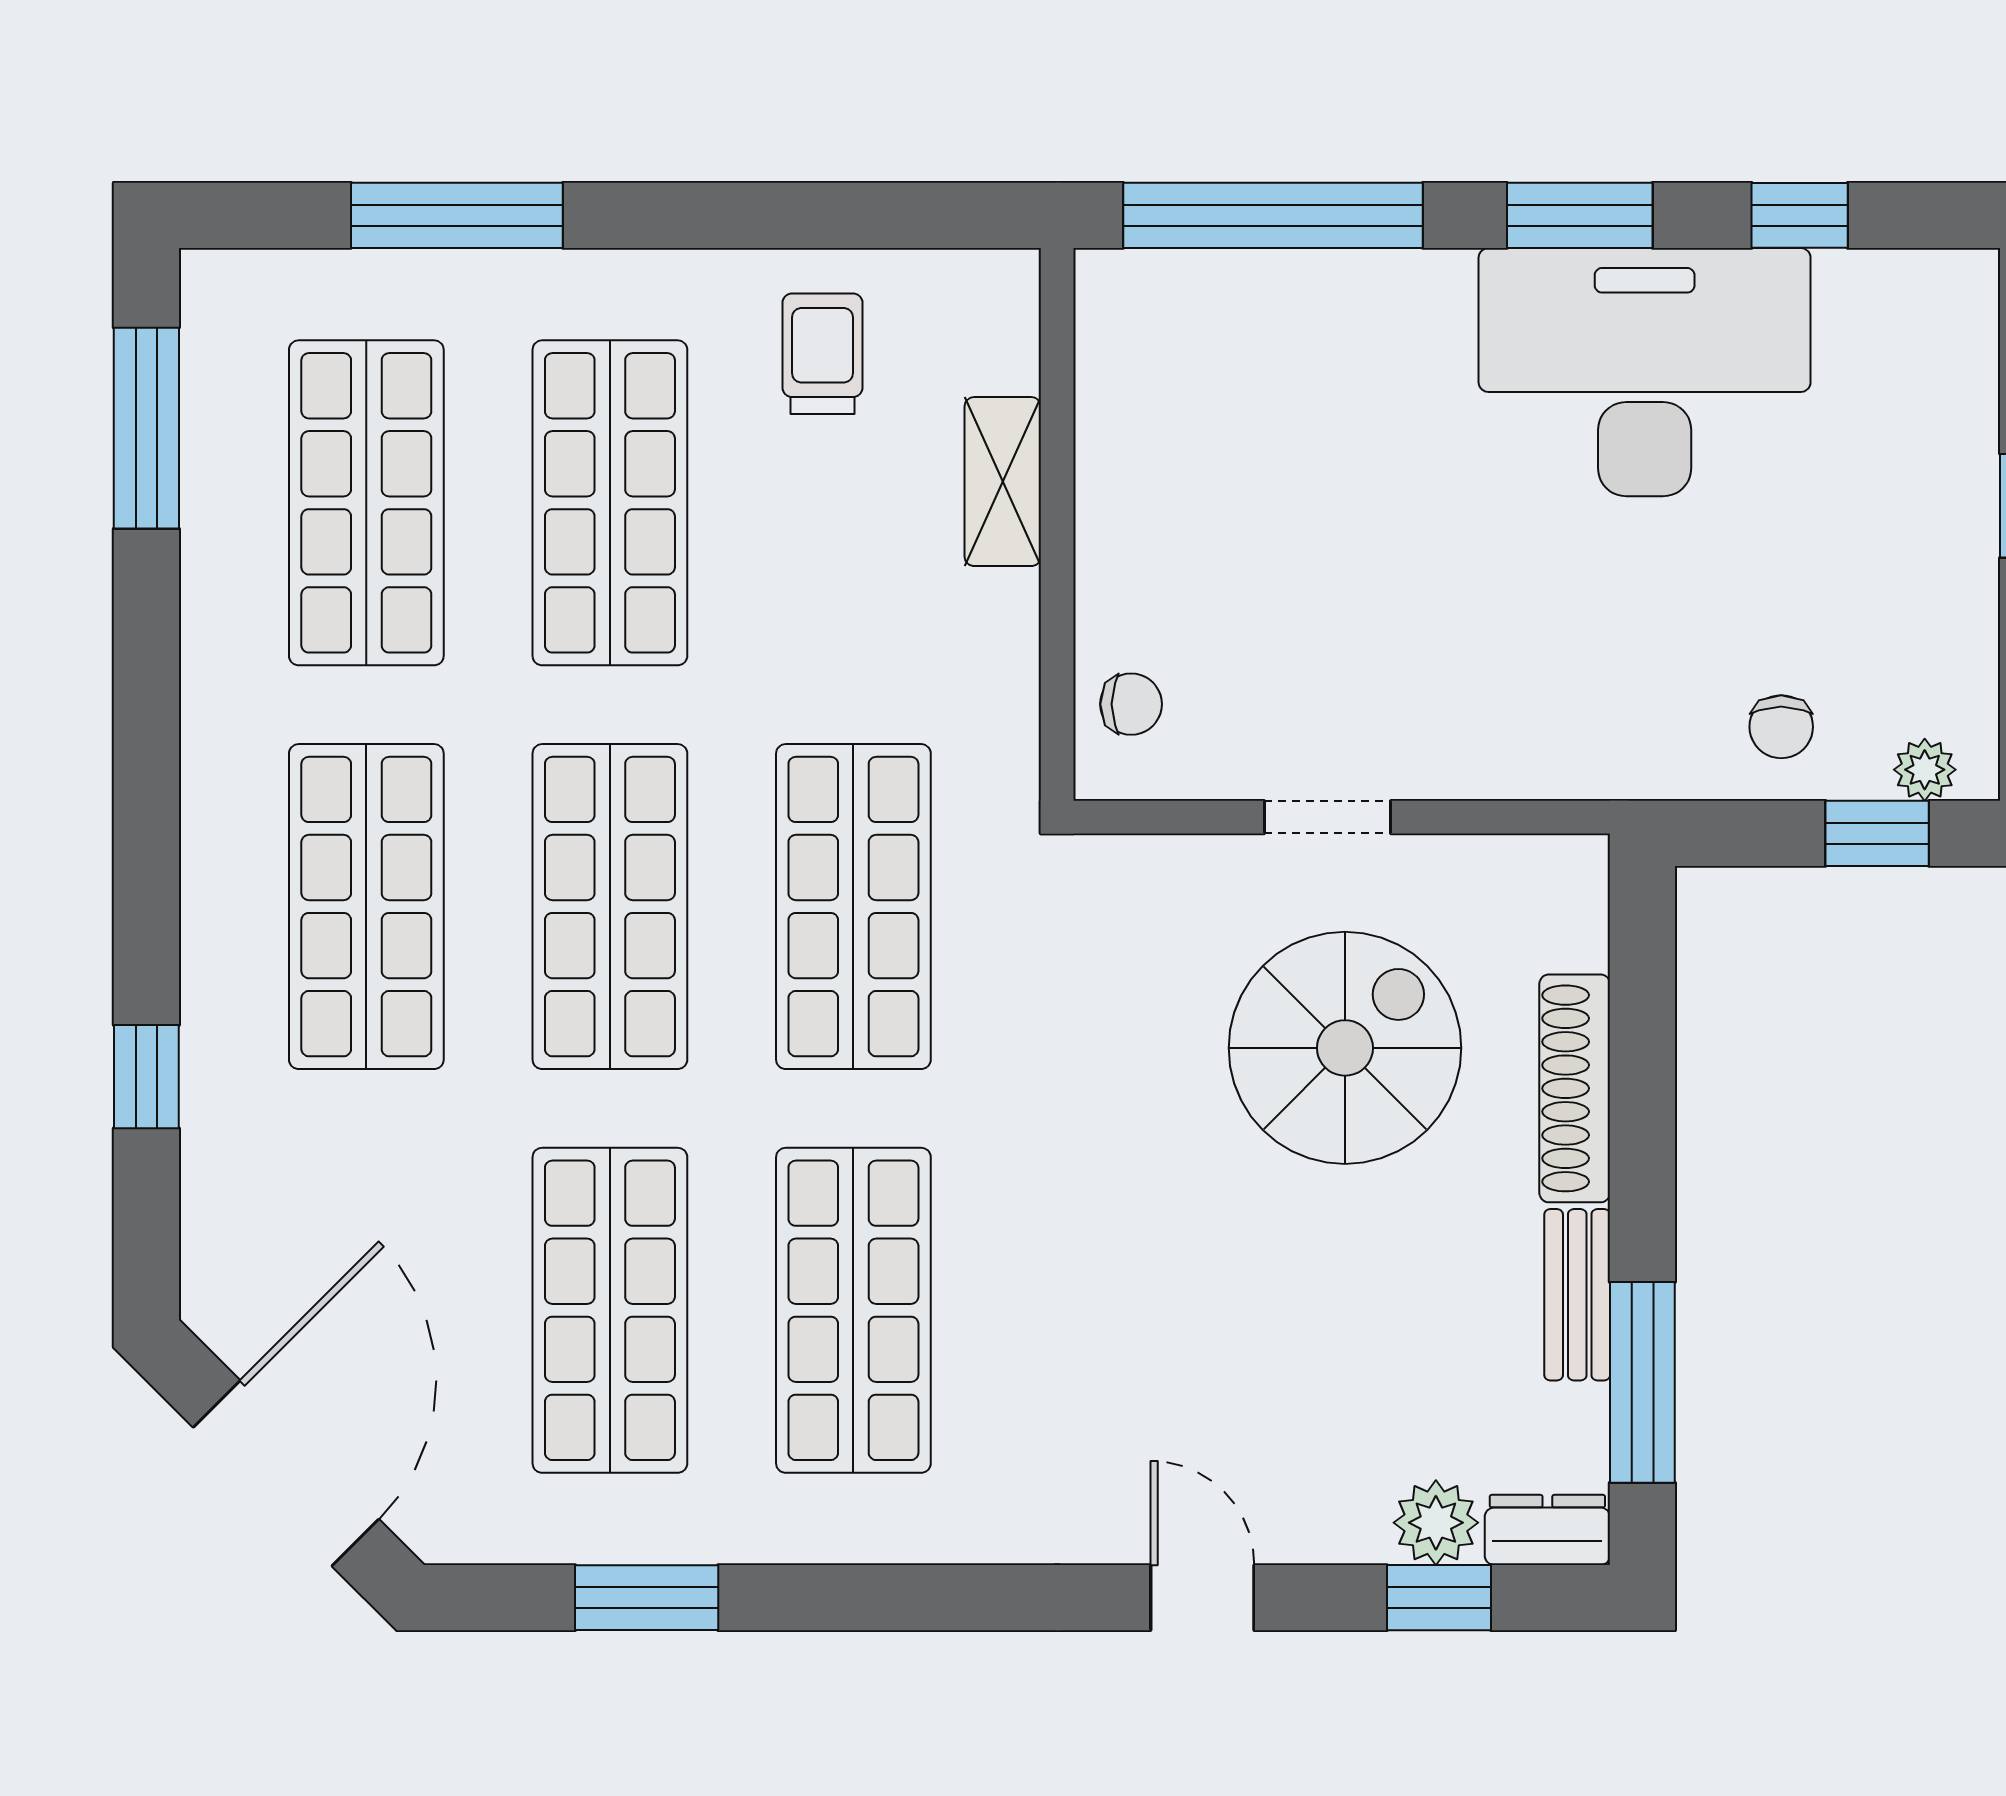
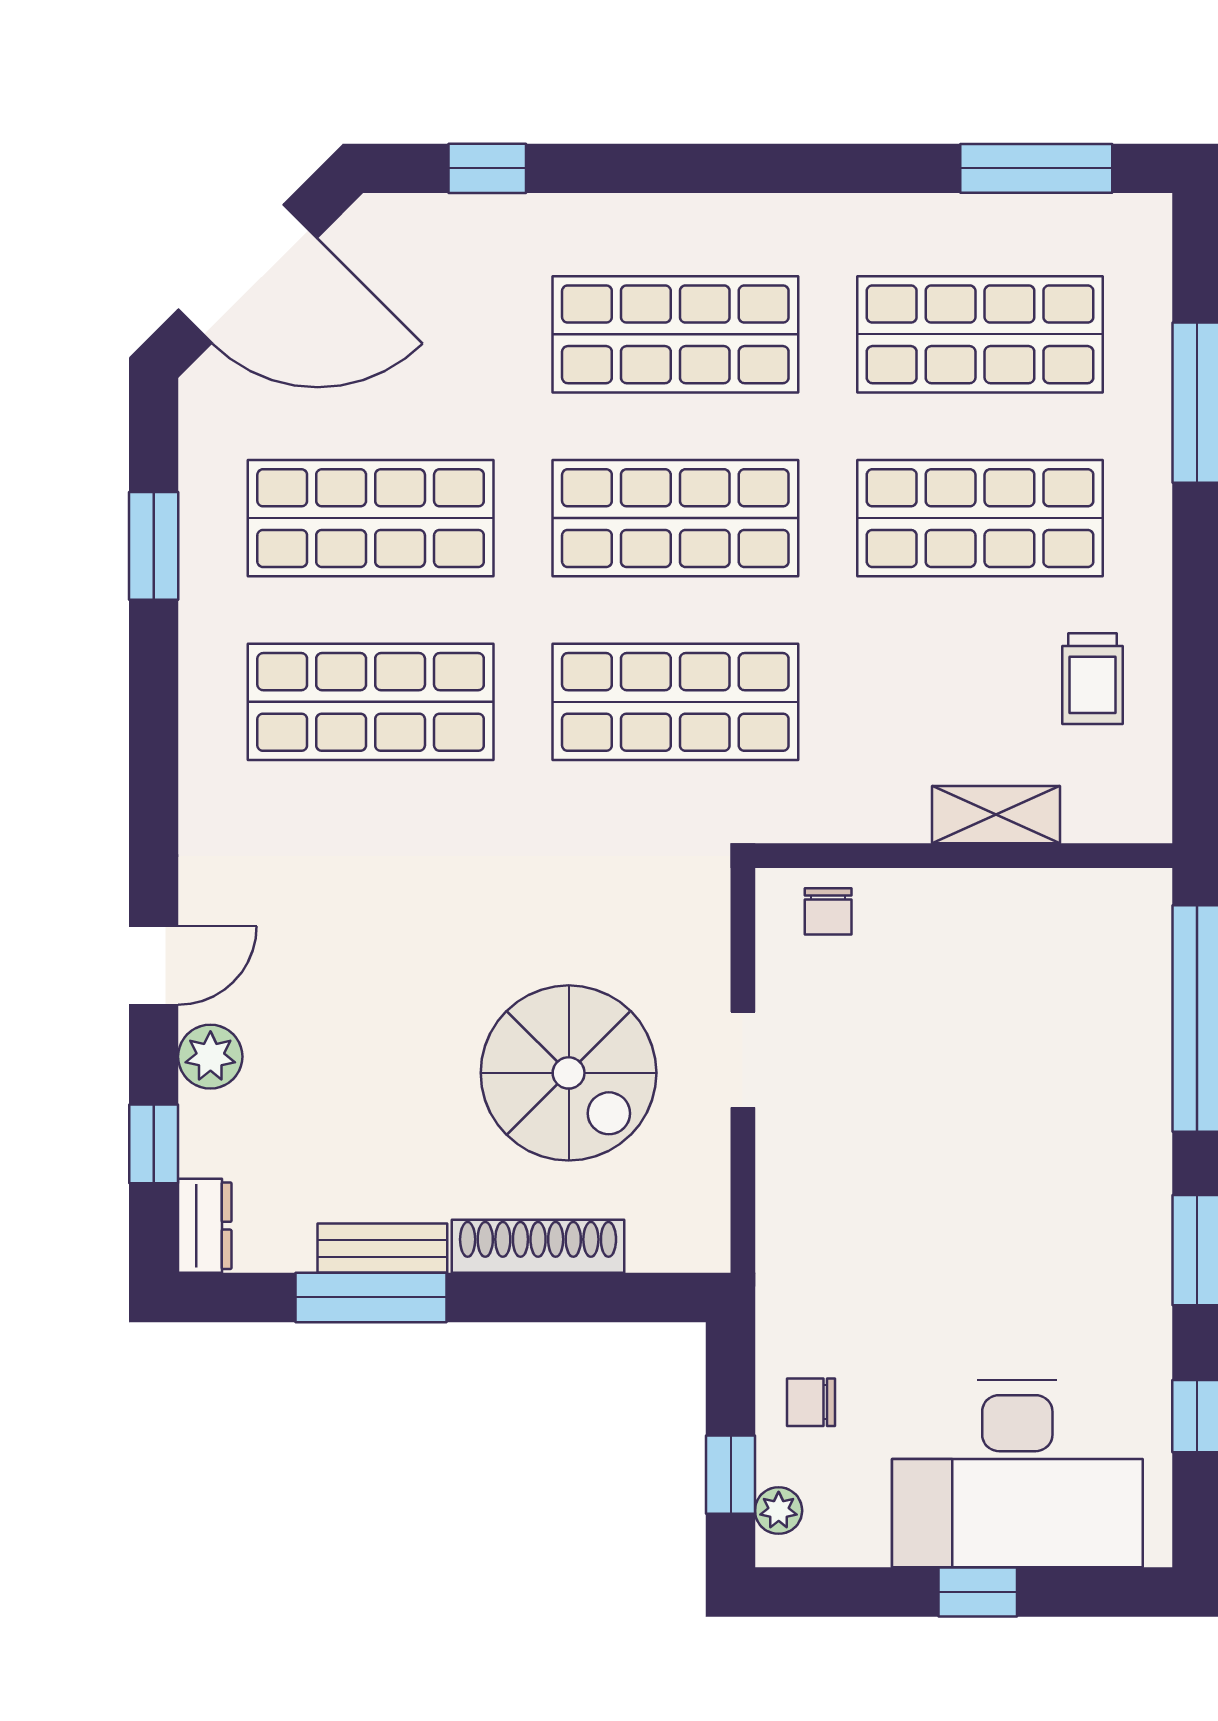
trolley: (822, 354) -> (1093, 679), turned 90
desk: (1645, 372) -> (1017, 1474), moved, turned 90
window: (146, 1077) -> (487, 168), moved
window: (1642, 1382) -> (371, 1297), moved
plant: (1436, 1523) -> (210, 1057), moved

